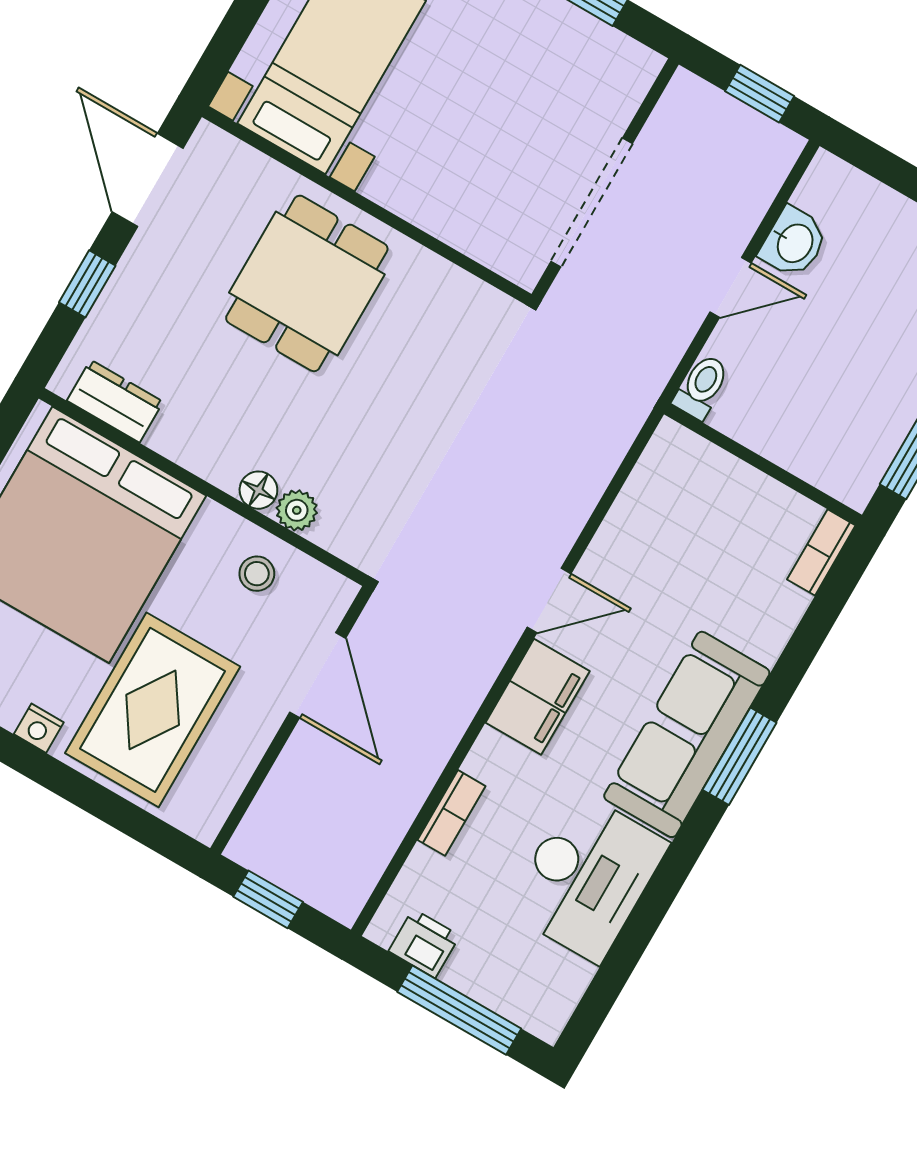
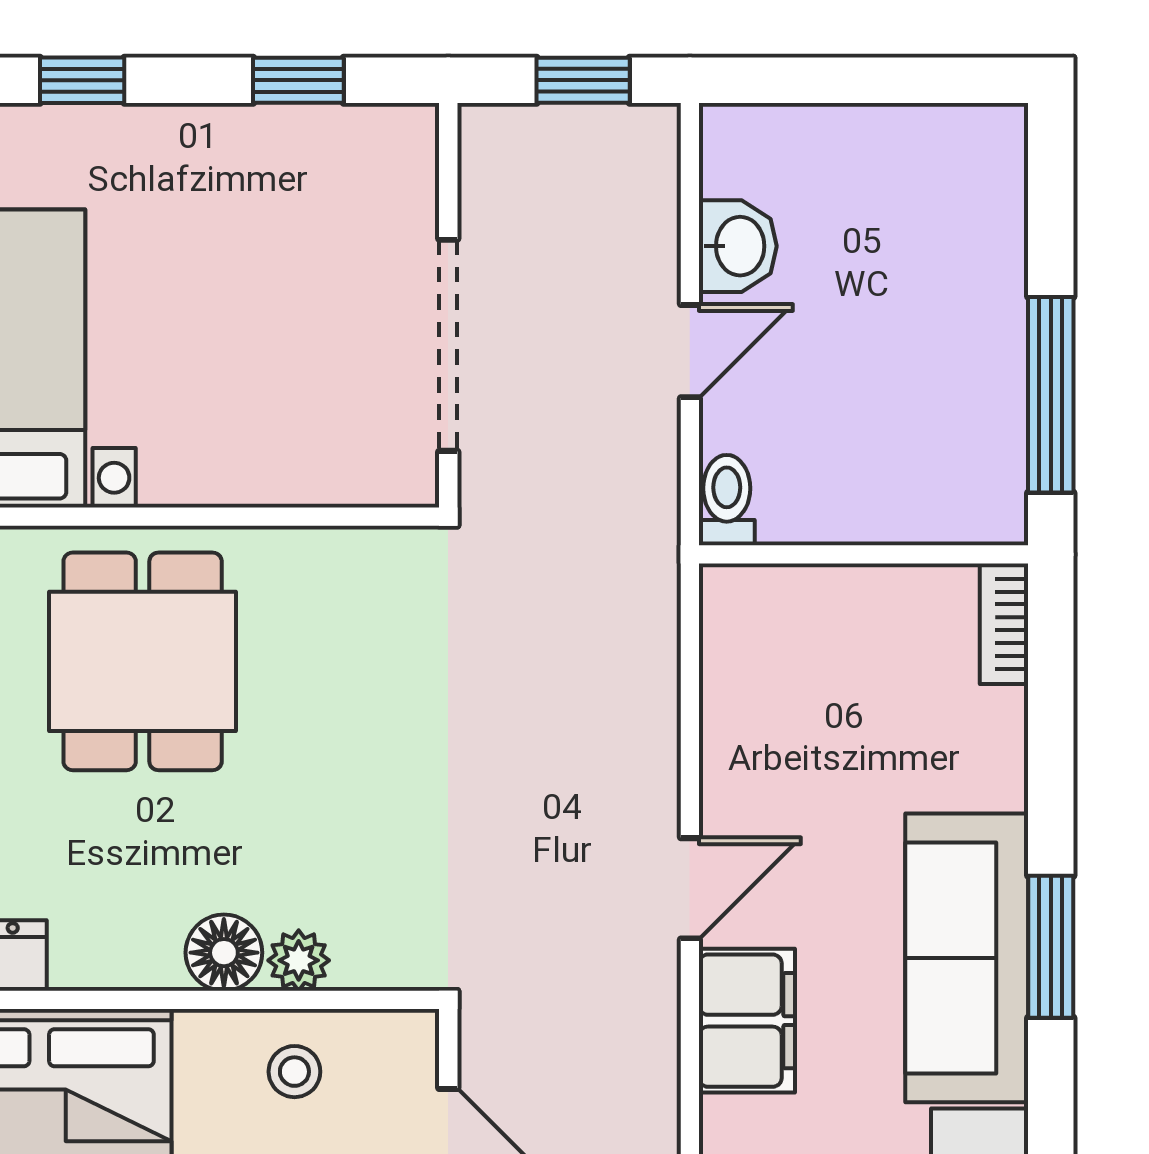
floor lamp: (258, 490) -> (224, 953), width x1.37, depth x1.37

